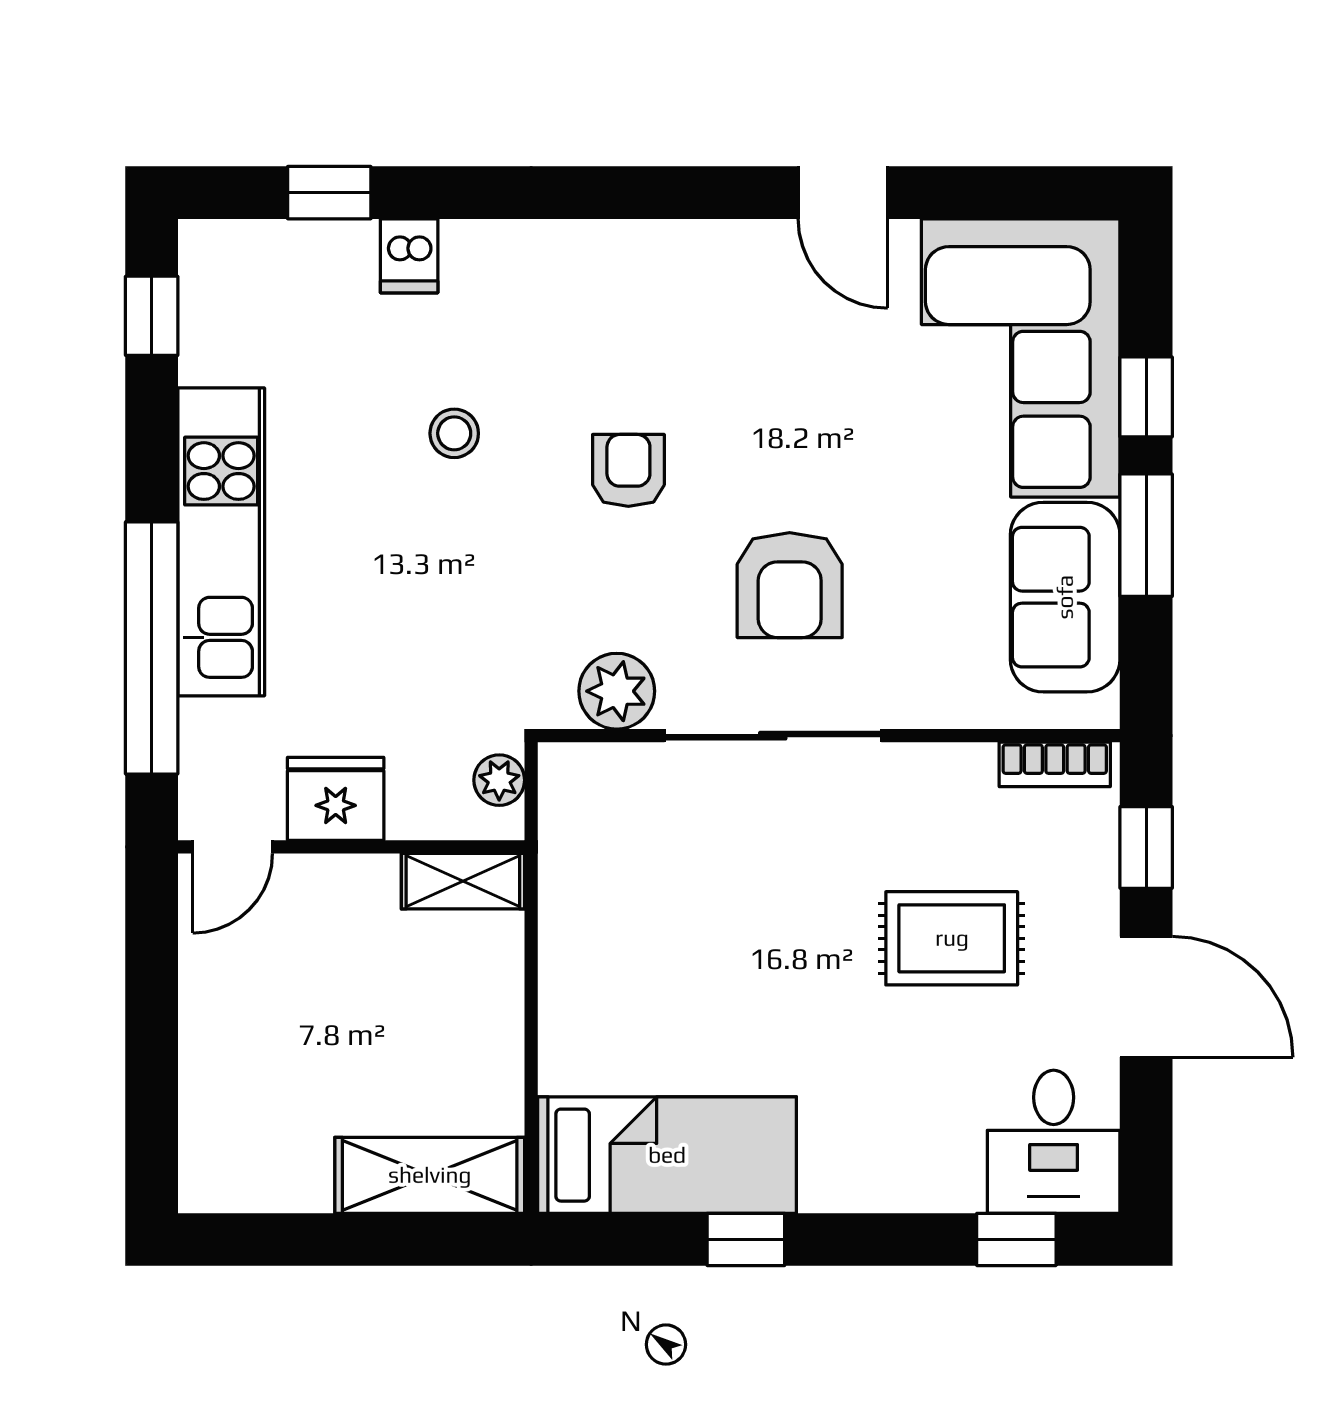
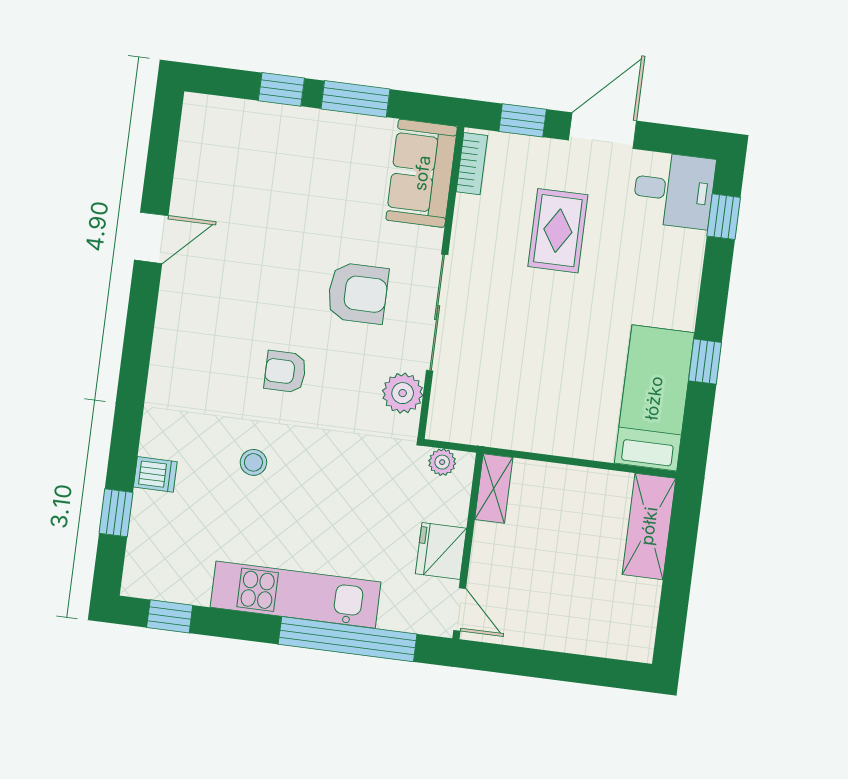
corner sofa: (1021, 358) -> (252, 154), removed
sofa: (1065, 597) -> (422, 173), moved, turned 90

